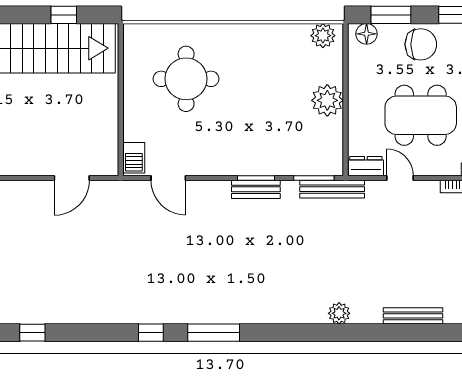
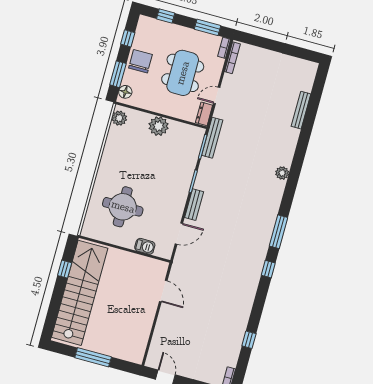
barbecue: (134, 158) -> (145, 246), moved
bench: (256, 189) -> (194, 205), moved
plant: (339, 313) -> (282, 173), moved

